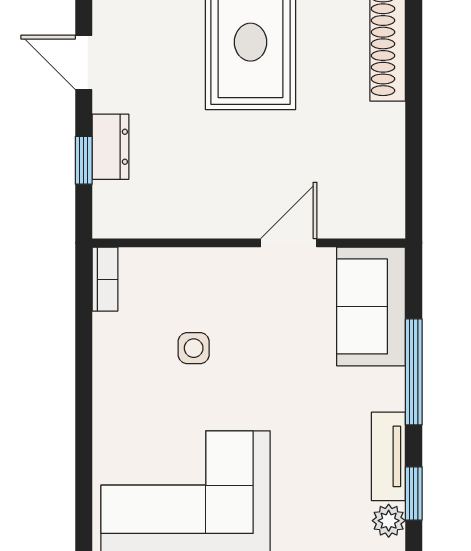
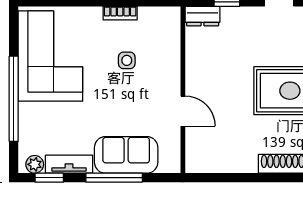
dresser: (111, 147) -> (203, 16), moved
bookcase: (105, 279) -> (120, 13), moved
sofa: (371, 306) -> (126, 155), moved

